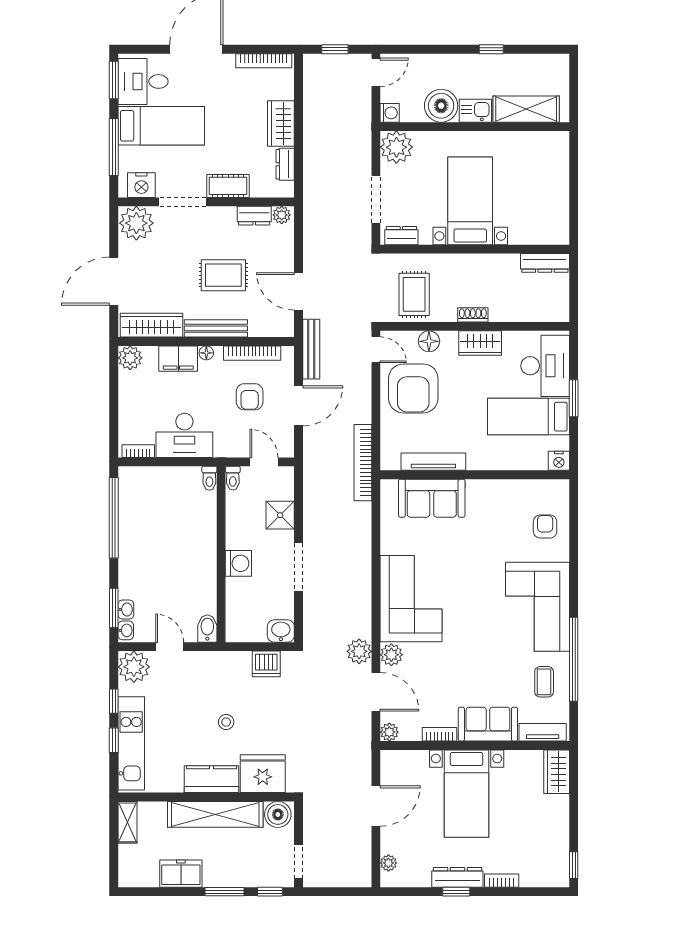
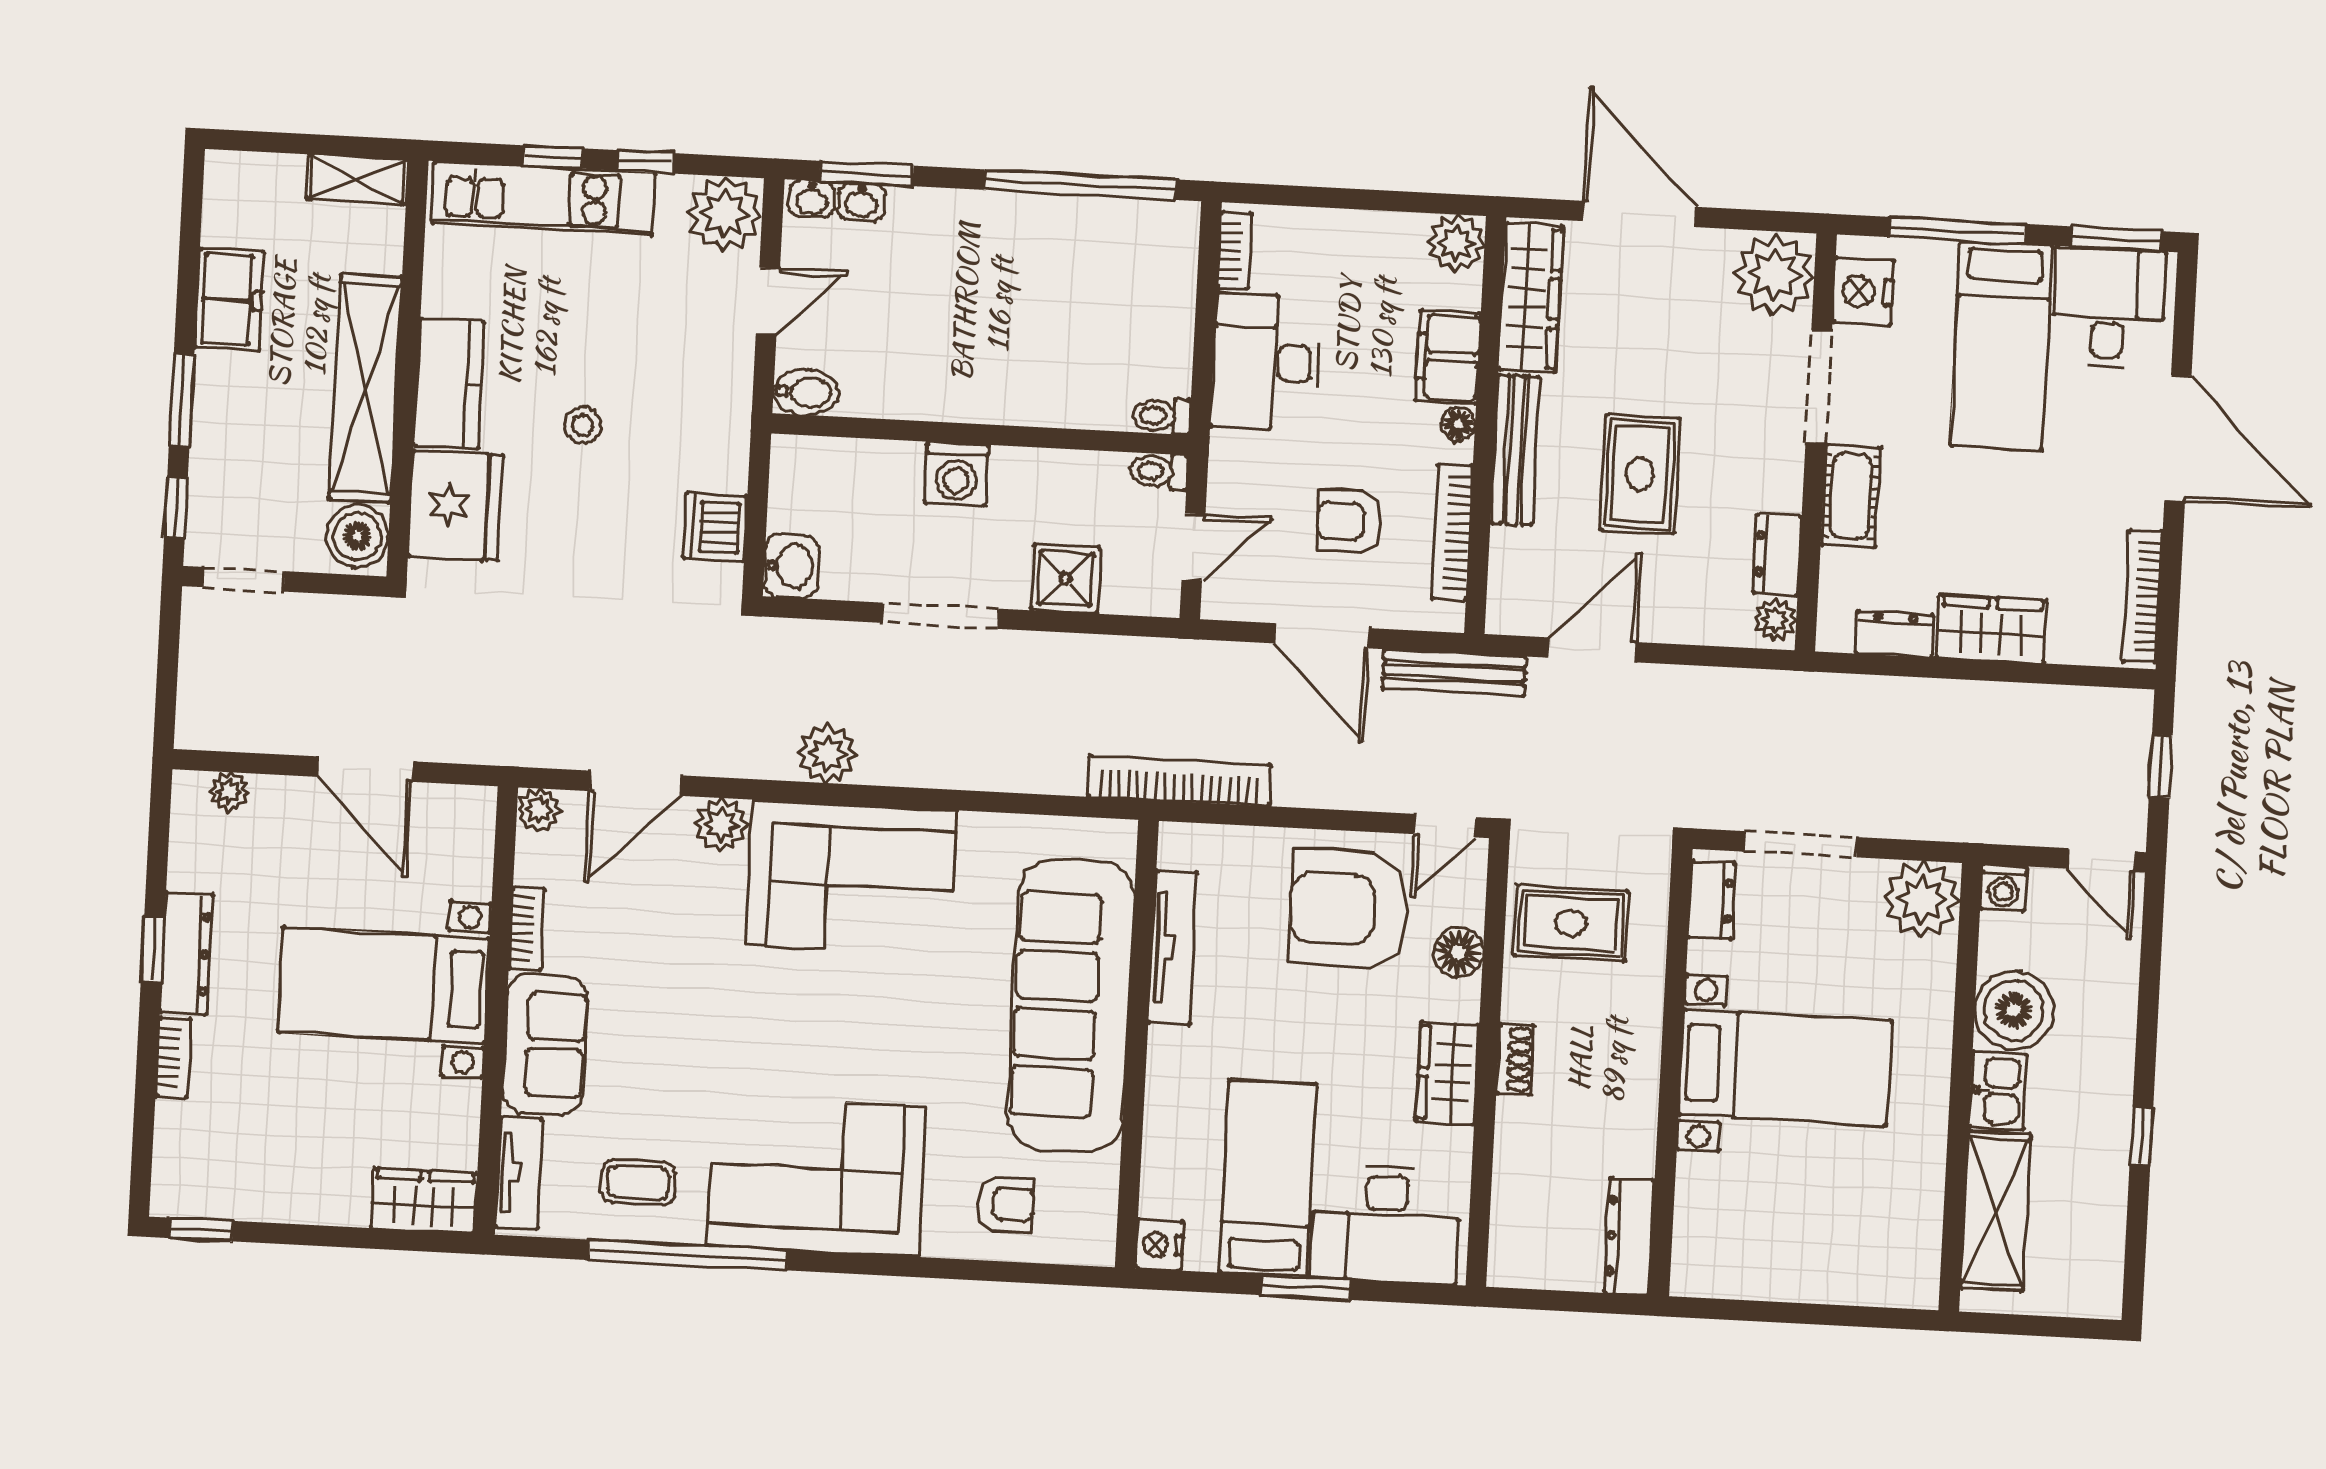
sofa: (432, 498) -> (1071, 1005), width x1.85, depth x1.27
plant: (359, 651) -> (827, 754), moved

